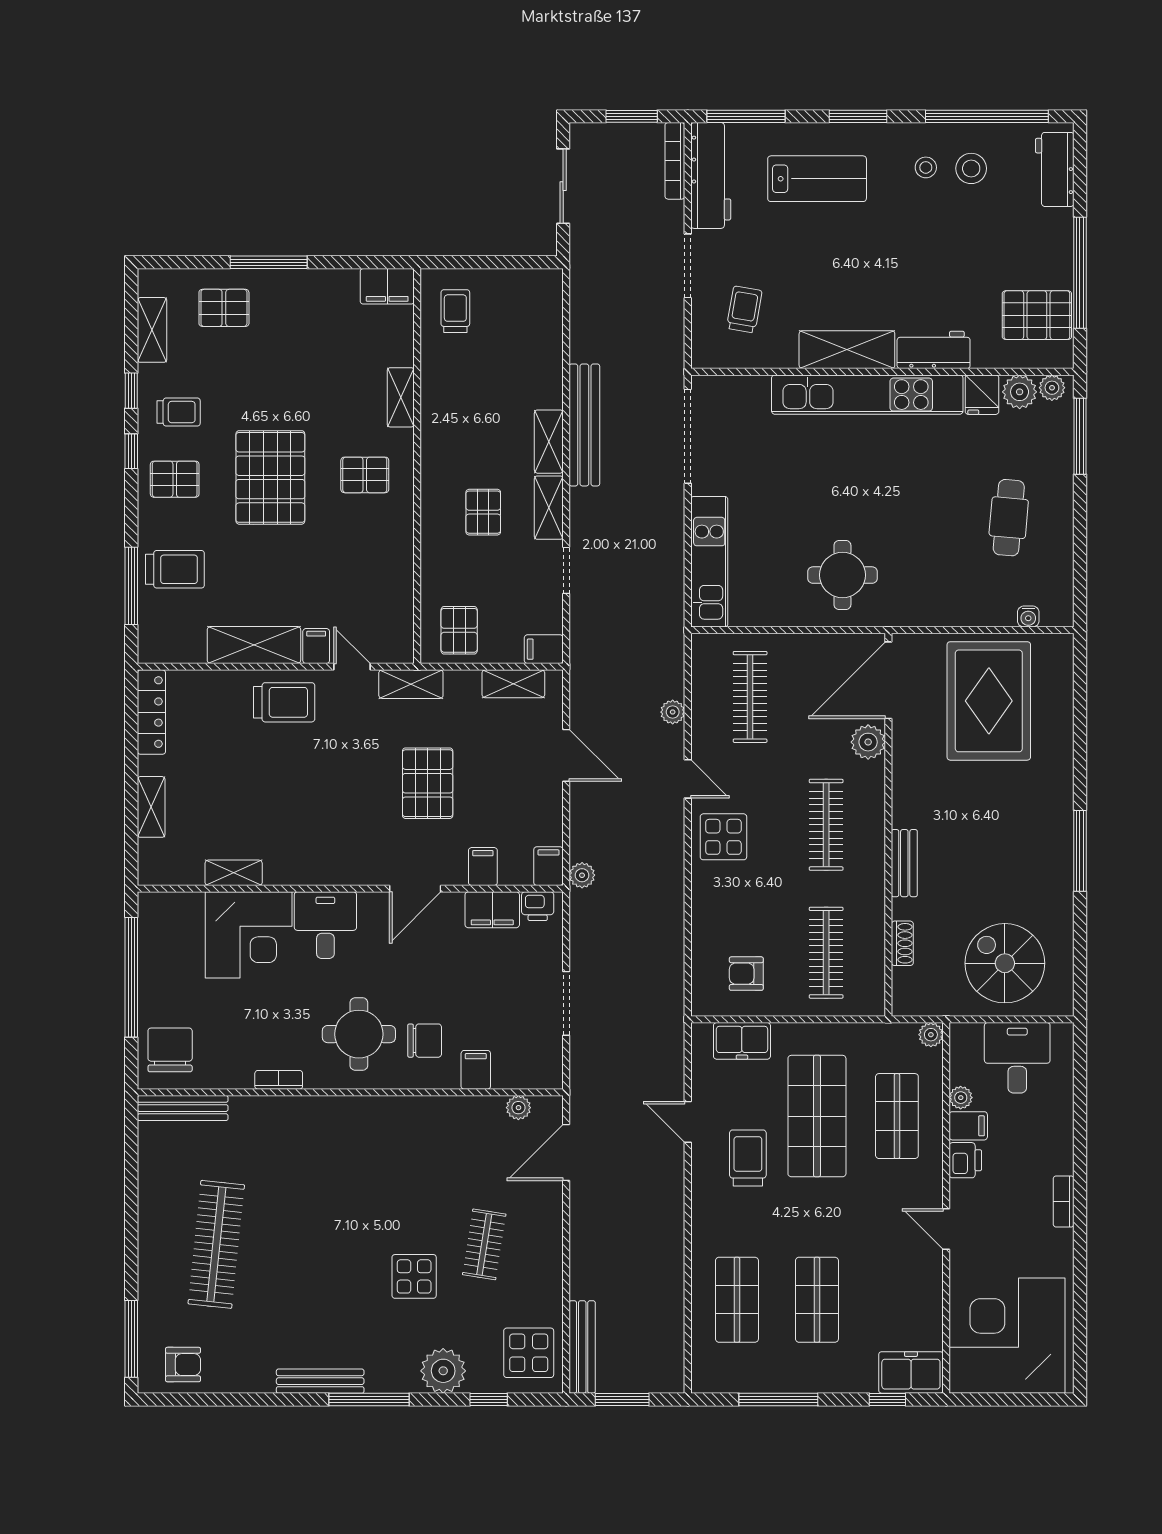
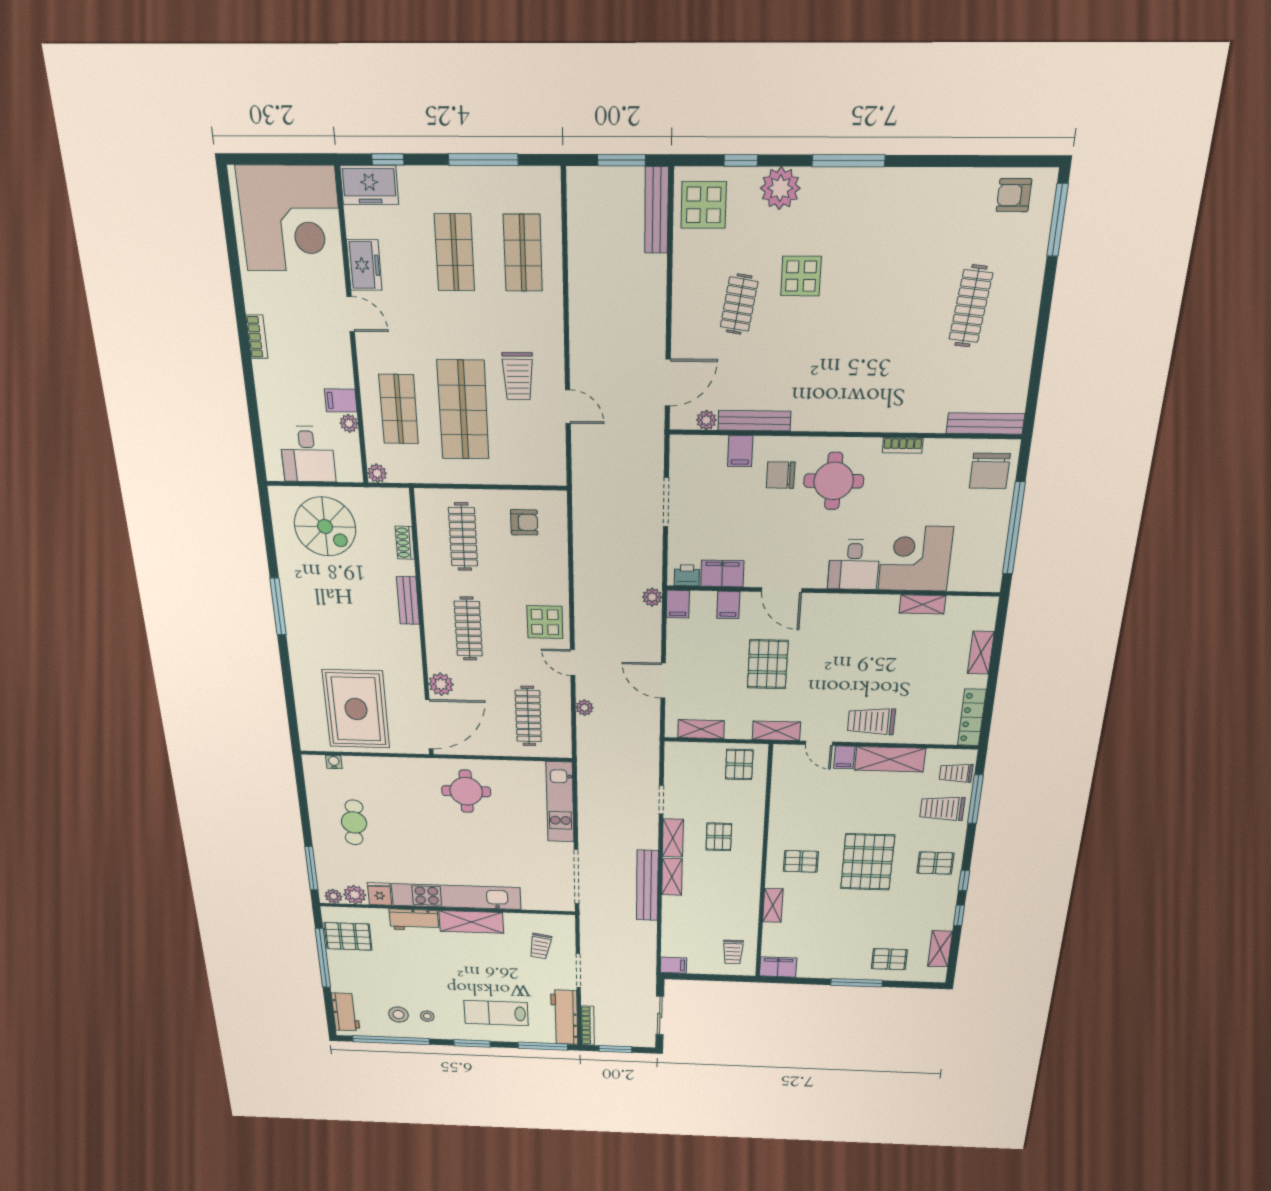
trolley: (179, 412) -> (956, 773), moved
filing cabinet: (544, 649) -> (673, 965), moved
door: (415, 889) -> (782, 590), swing flipped
freezer: (742, 1041) -> (364, 265), moved, turned 90
printer: (965, 1160) -> (340, 372), removed
clothes rail: (216, 1244) -> (971, 306), width x0.73, depth x0.76
bench: (320, 1381) -> (754, 421), moved

